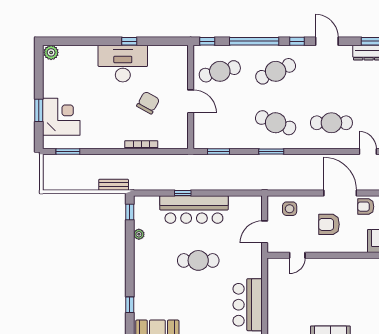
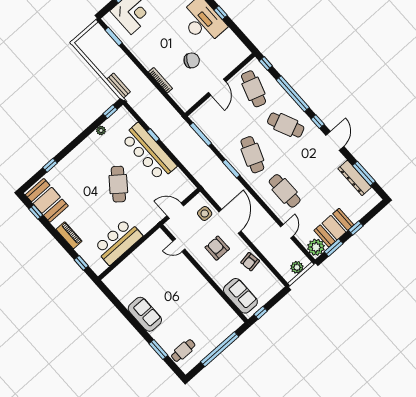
cafe table: (220, 71) -> (253, 89), turned 33
window: (218, 152) -> (201, 134), width x1.44
door: (340, 193) -> (230, 221), moved
armchair: (366, 207) -> (250, 262), turned -99
cafe table: (198, 260) -> (118, 184), turned 38

